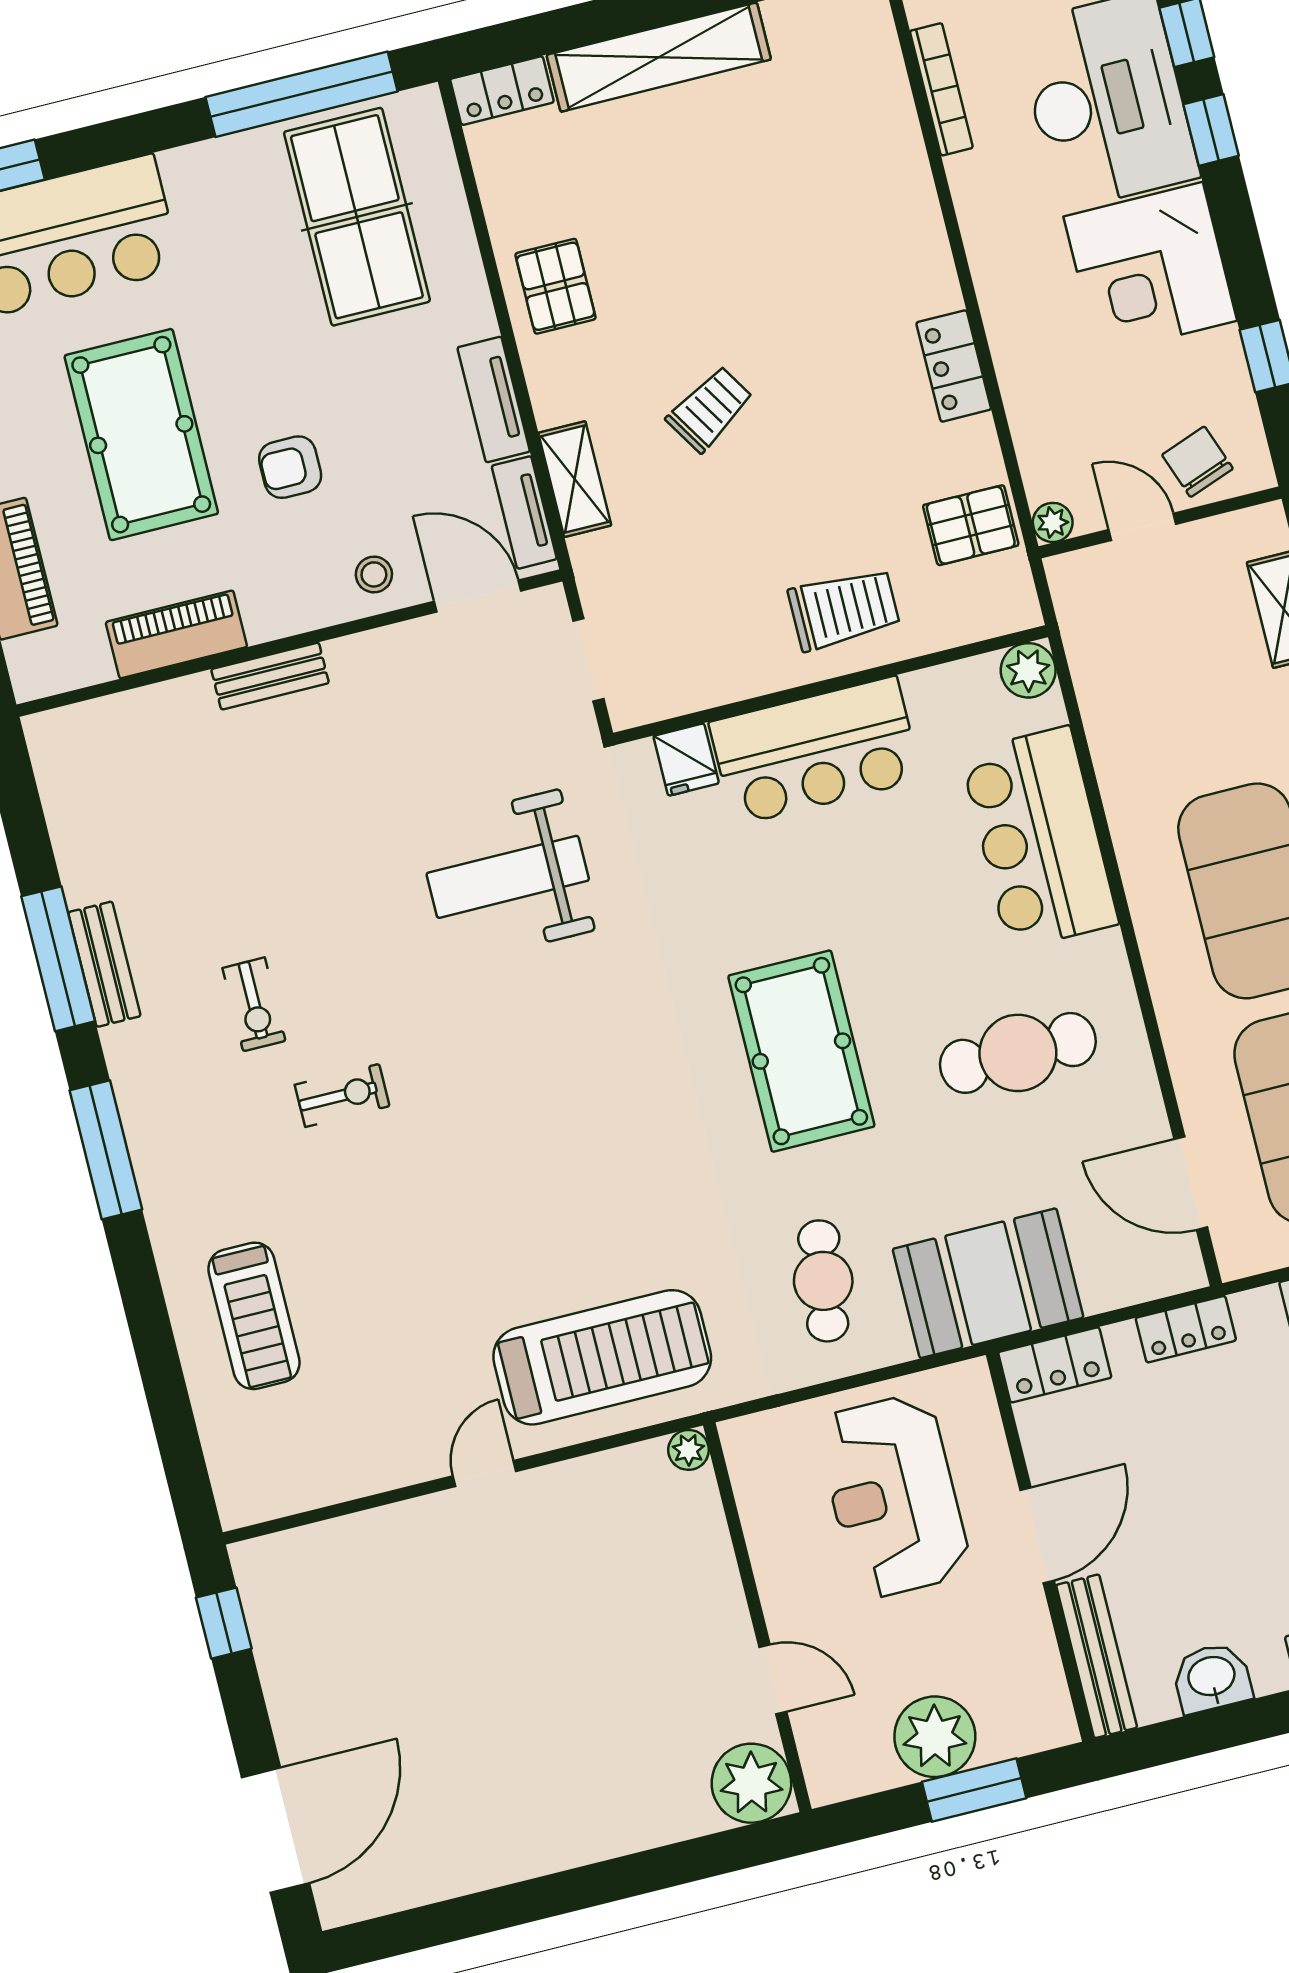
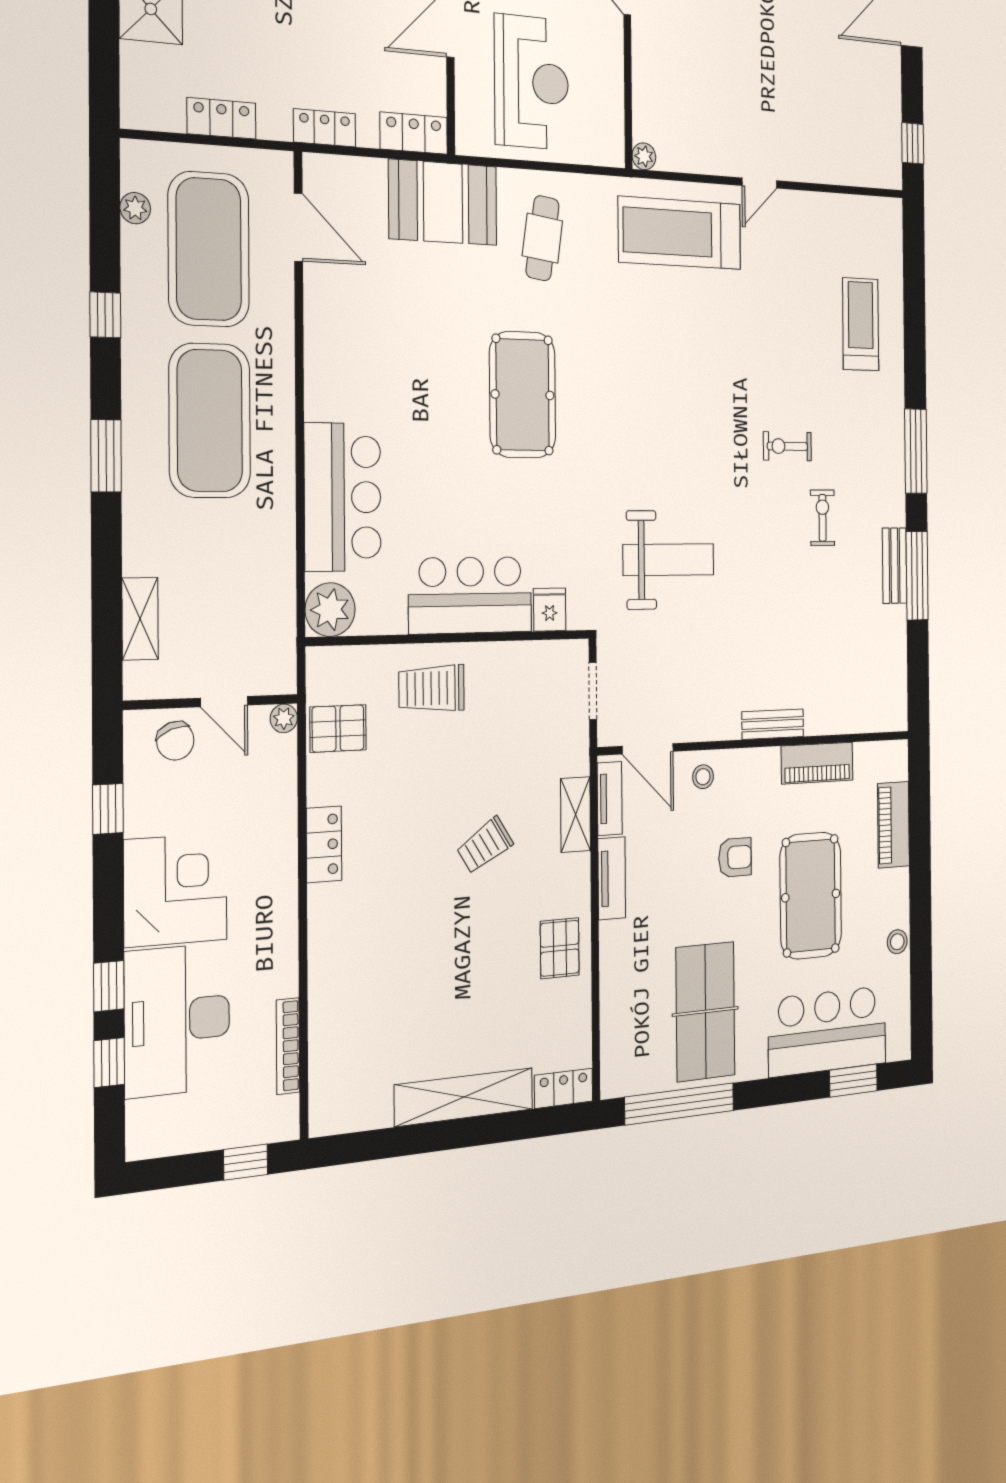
table tennis table: (357, 217) -> (705, 1012), moved
plant: (1028, 670) -> (330, 610), width x1.36, depth x1.36
cafe table: (1018, 1053) -> (390, 353), removed

